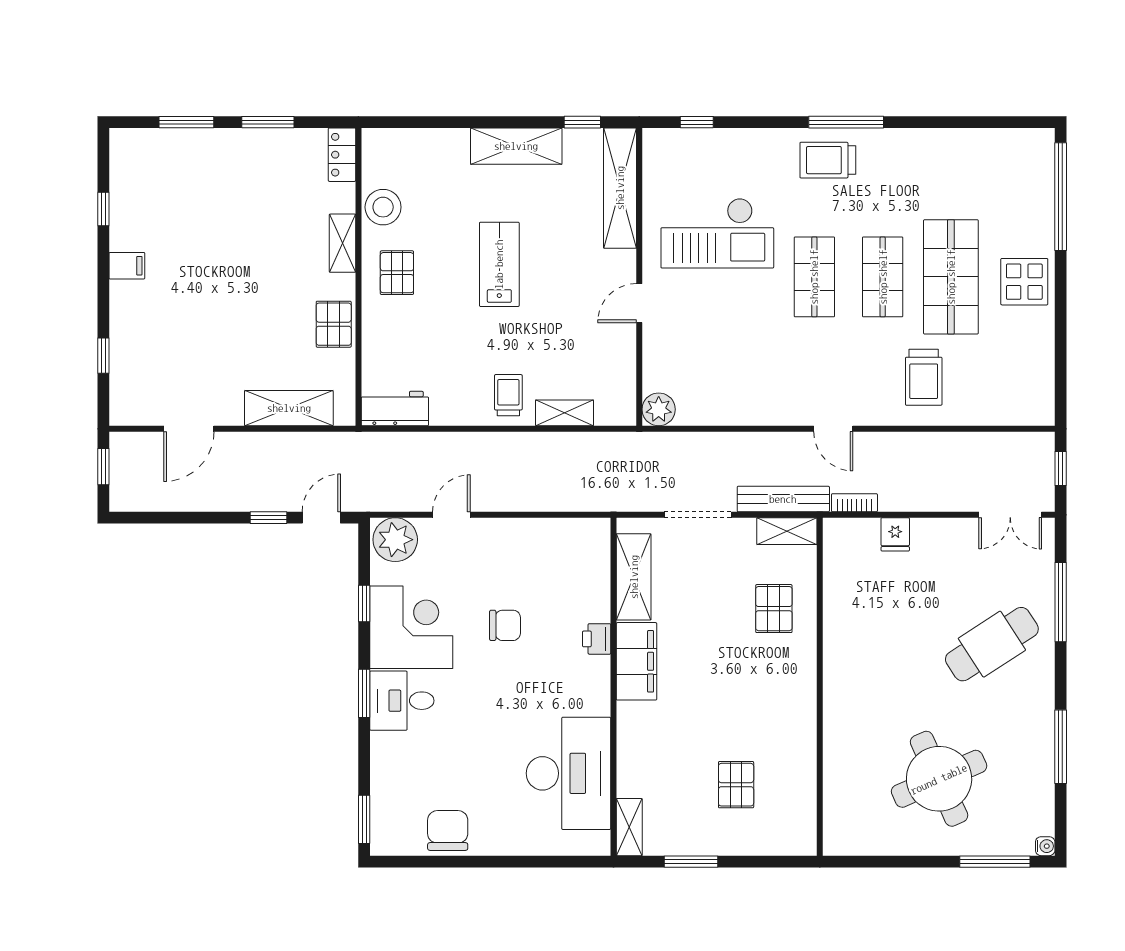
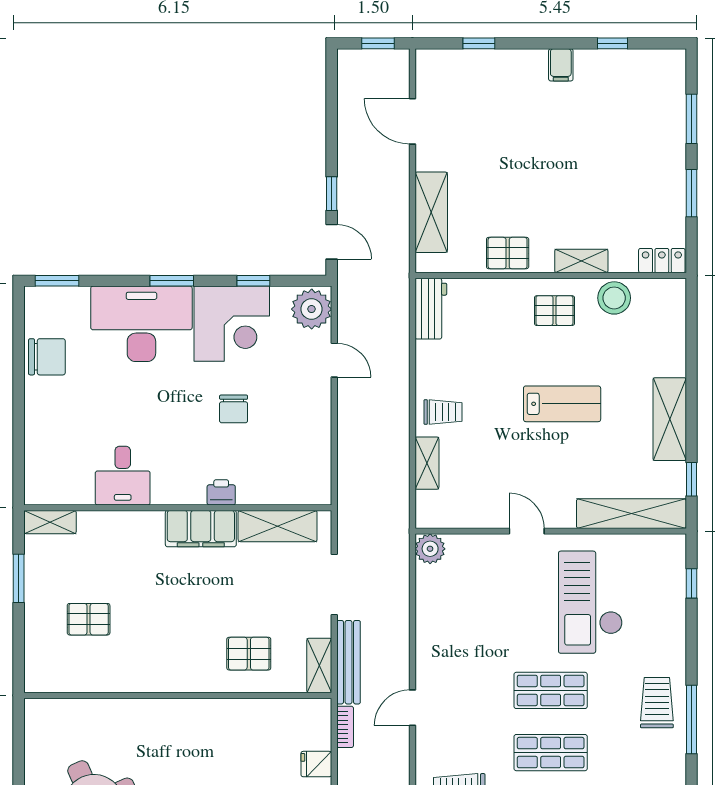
desk: (402, 701) -> (141, 324), width x1.87, depth x1.30
desk: (569, 773) -> (123, 476), width x0.53, depth x0.77

